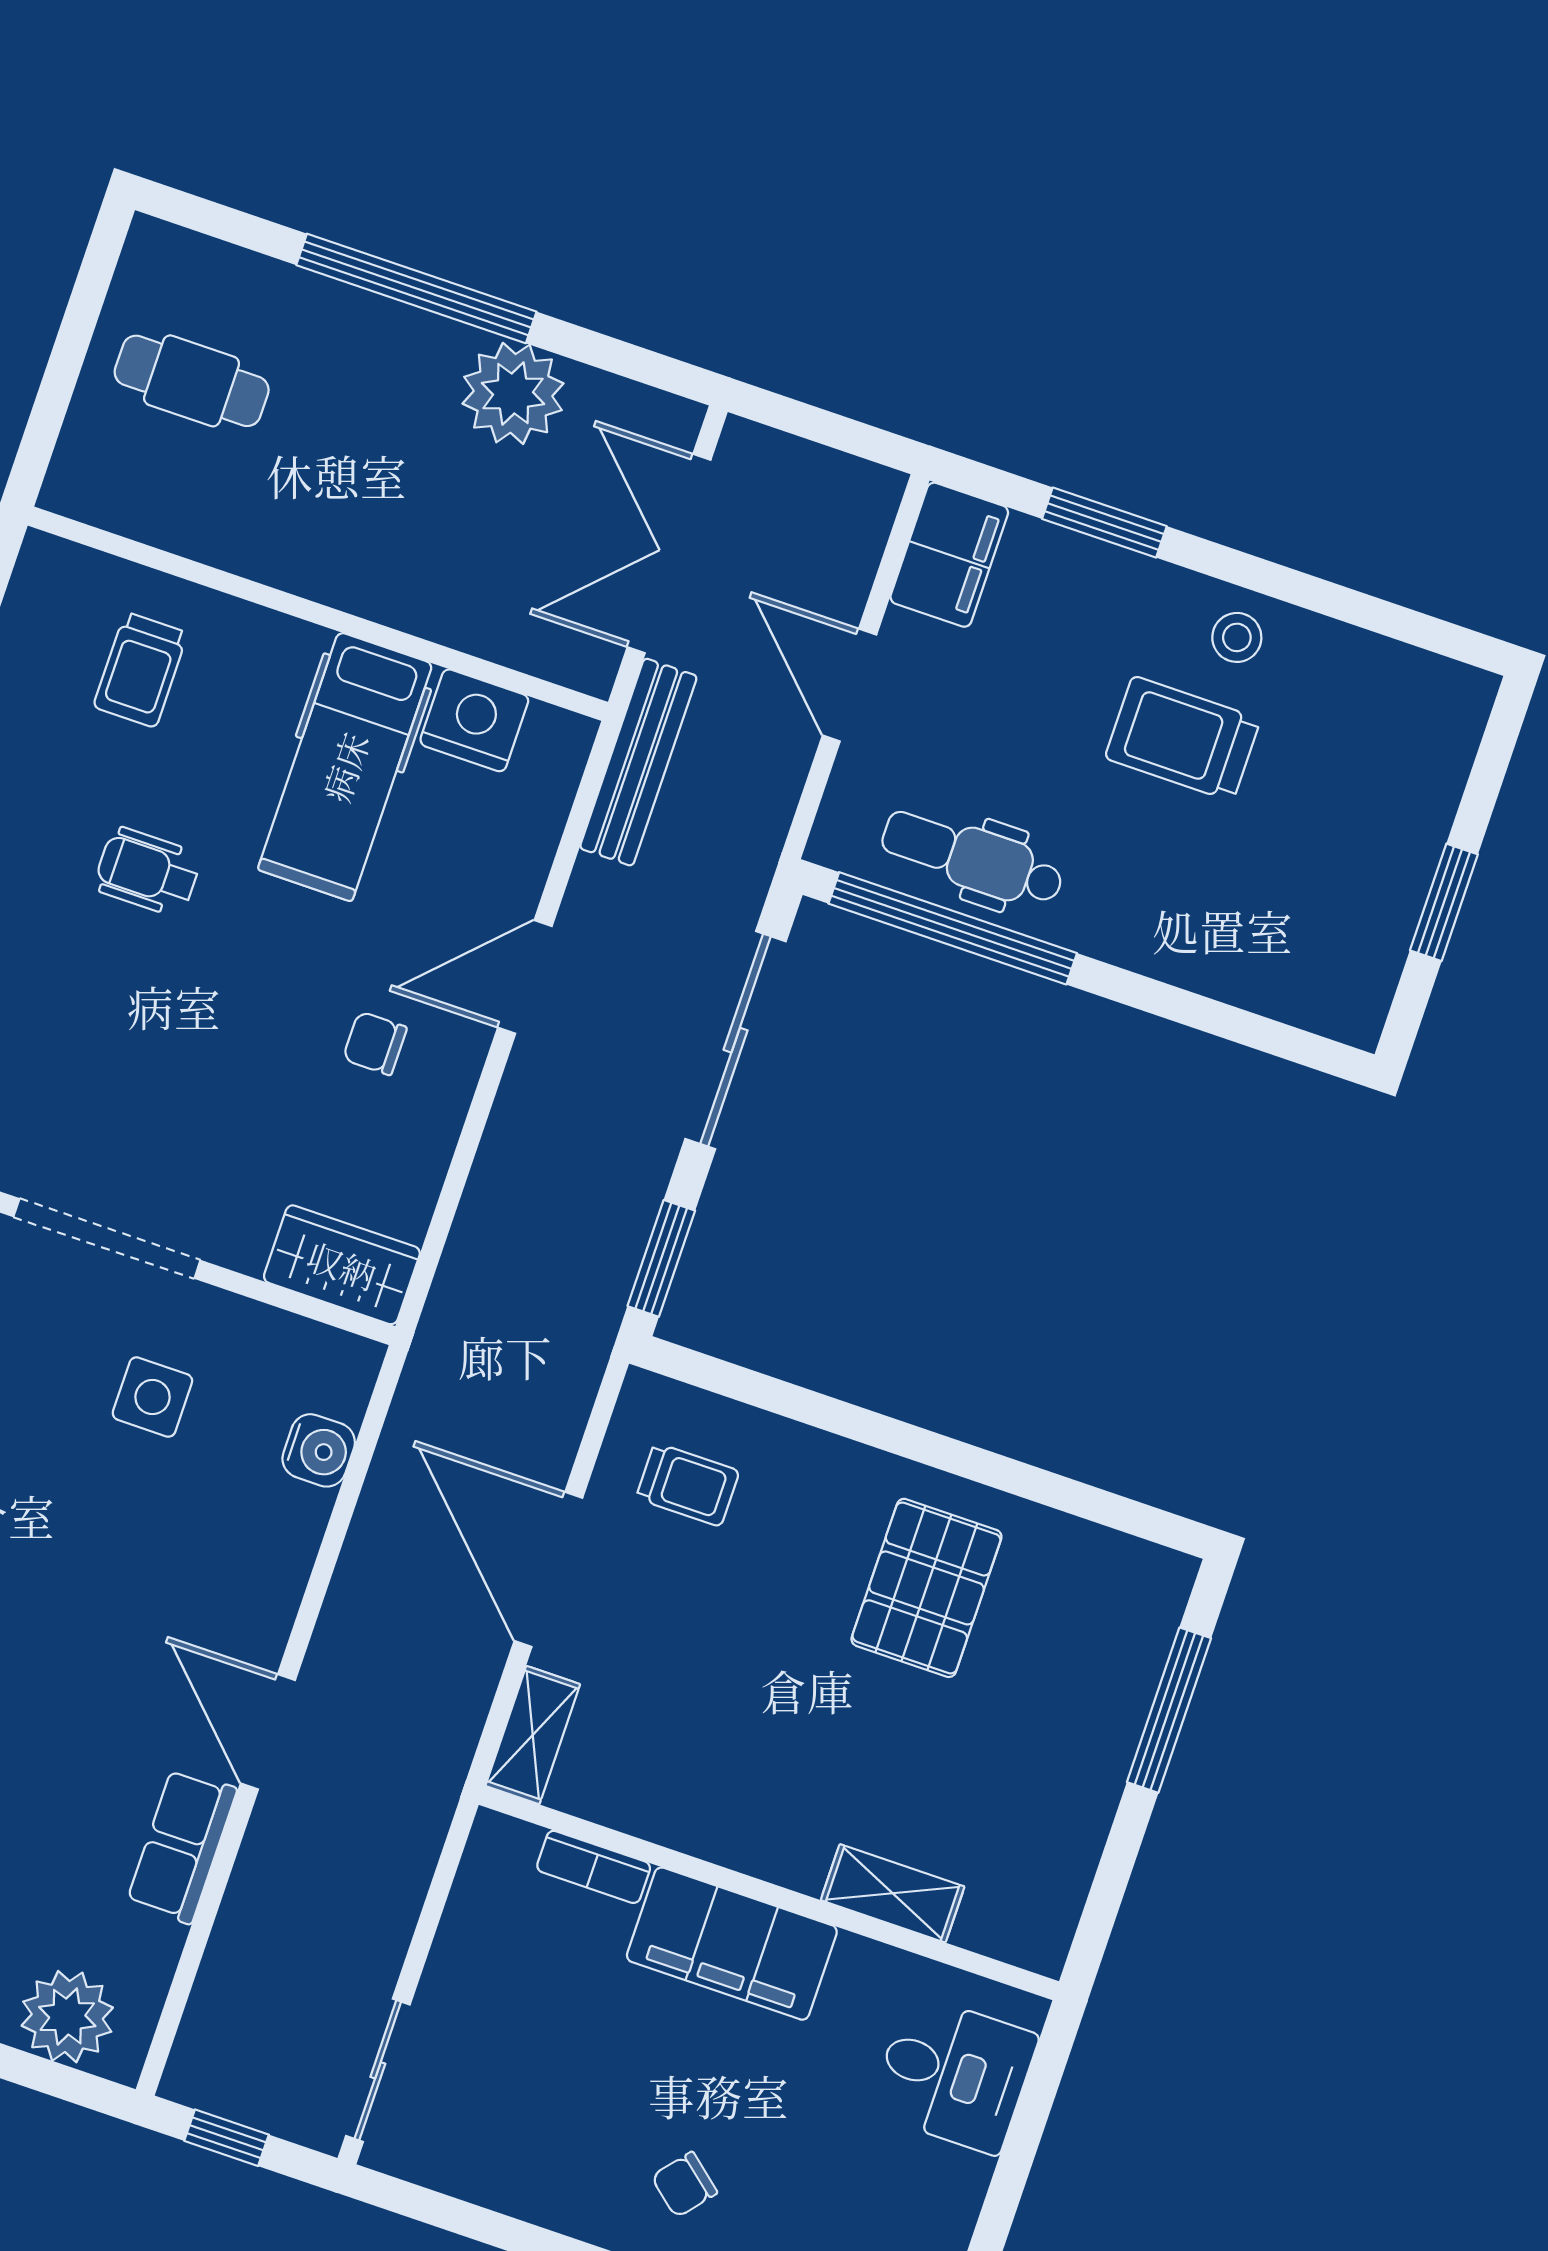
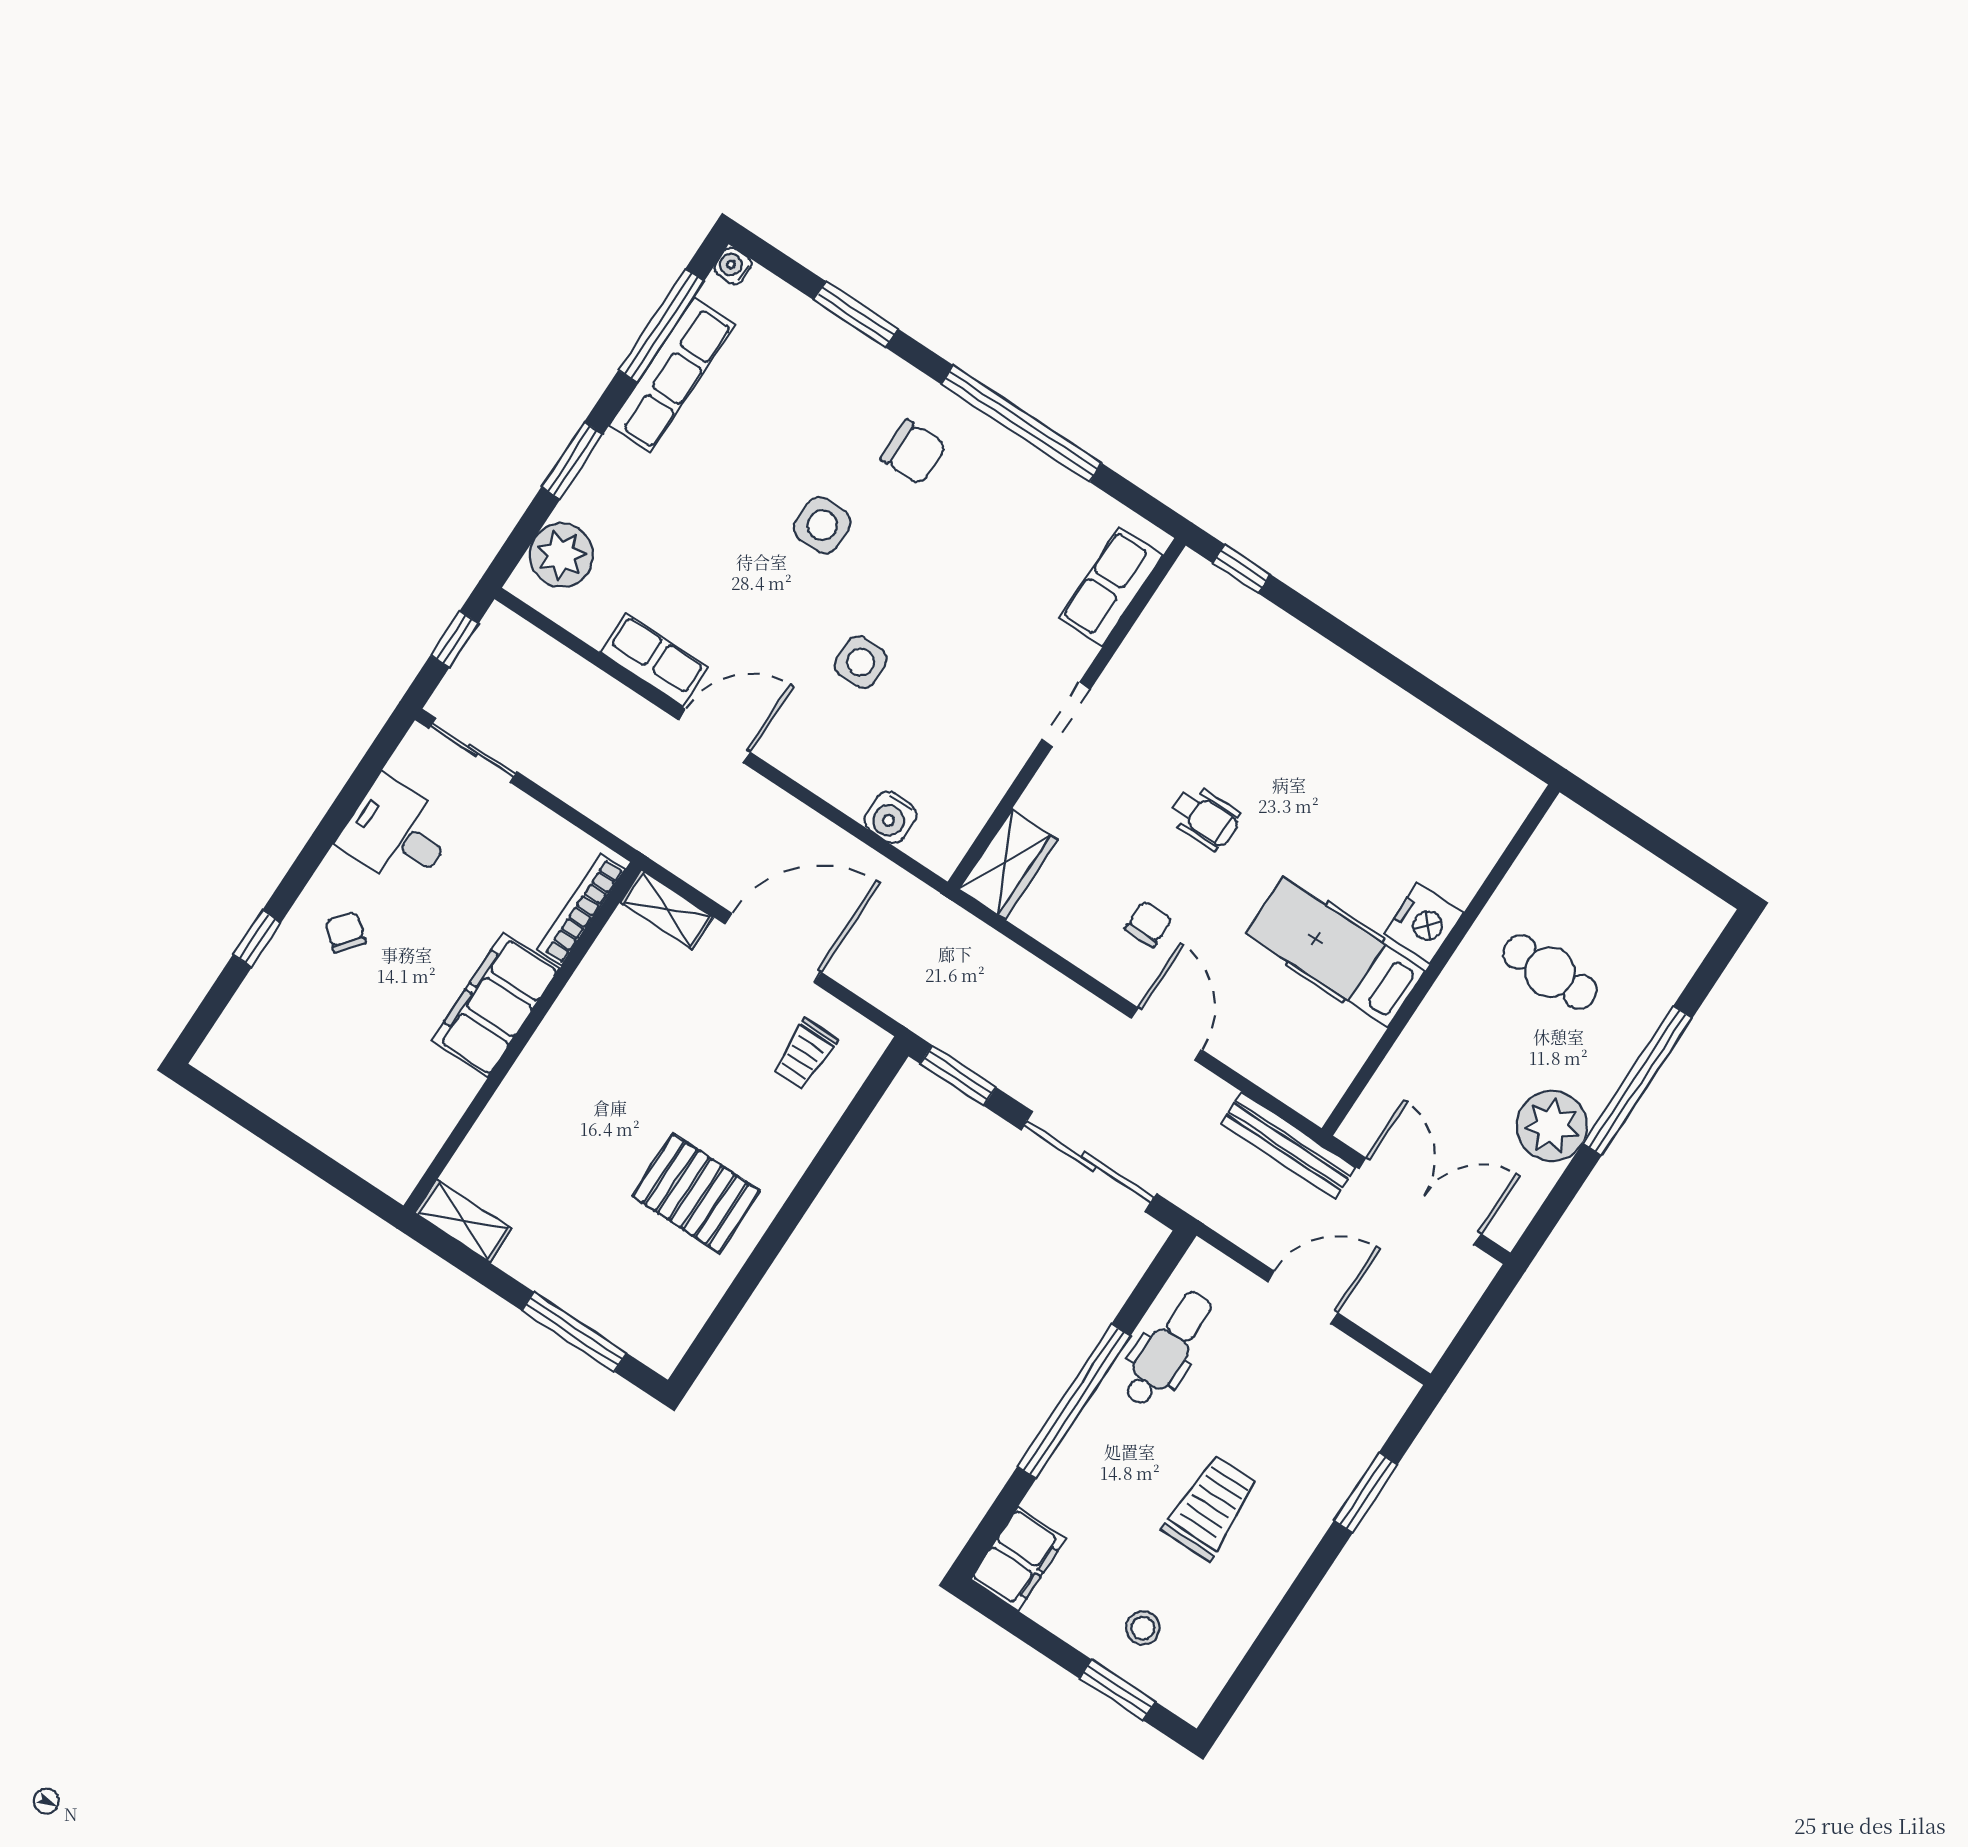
cafe table: (192, 381) -> (1550, 972), moved, turned 90
filing cabinet: (949, 555) -> (1018, 1559), moved, turned -90
stool: (1237, 637) -> (1143, 1628), moved
trolley: (140, 670) -> (1434, 834), removed
nightstand: (474, 720) -> (1424, 923), moved
wheelchair: (148, 872) -> (1205, 818), moved, turned 90
window: (1444, 902) -> (1117, 1690), moved
window: (953, 928) -> (1074, 1401), moved
doorway: (107, 1239) -> (1066, 715), width x0.53
side table: (152, 1397) -> (861, 662), moved
bookcase: (594, 1867) -> (581, 910), width x1.56
shelving: (893, 1893) -> (463, 1221), moved, turned 90
desk: (954, 2074) -> (397, 833), moved, turned 90

